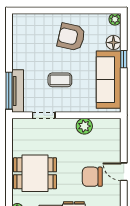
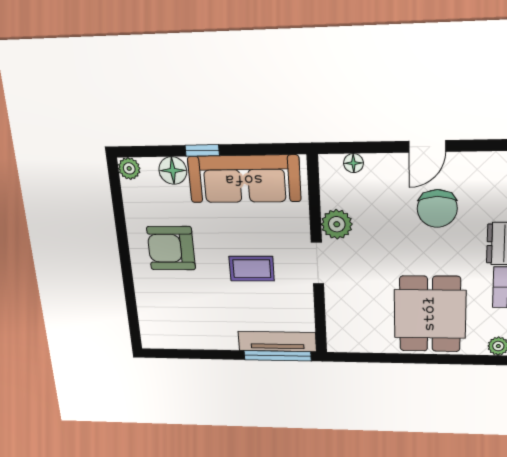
armchair: (71, 37) -> (171, 248), turned 77
coffee table: (60, 80) -> (252, 269), turned 90
doorway: (44, 115) -> (317, 263), moved
floor lamp: (116, 136) -> (353, 163), added

